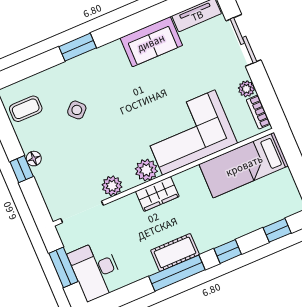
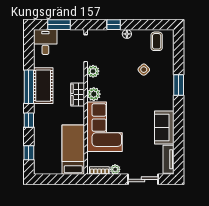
window: (22, 169) -> (114, 25), moved
cot: (175, 252) -> (43, 86), width x1.37, depth x1.34
desk: (96, 270) -> (45, 42), width x0.73

